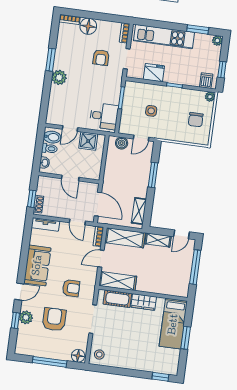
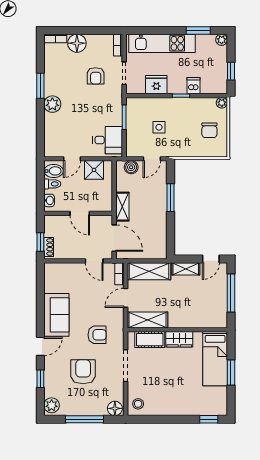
dishwasher: (206, 81) -> (193, 86), moved
shelving: (139, 211) -> (122, 207), moved
tv unit: (45, 224) -> (59, 268), removed
plant: (26, 317) -> (52, 405), moved

